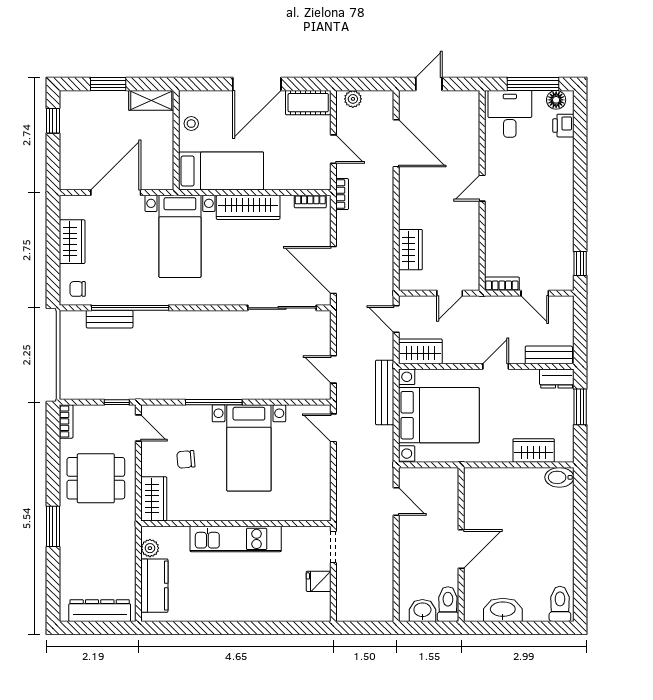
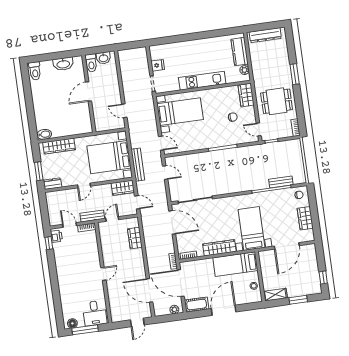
printer: (563, 126) -> (56, 236), moved
door: (333, 149) -> (181, 283), width x1.87
bench: (549, 355) -> (92, 216), moved
bed with nightstands: (249, 448) -> (180, 112), moved, turned 90
wardrobe: (534, 450) -> (59, 146), width x1.50

